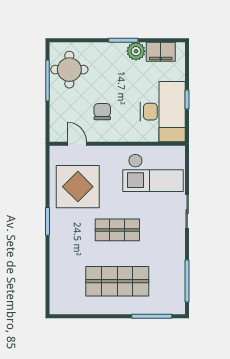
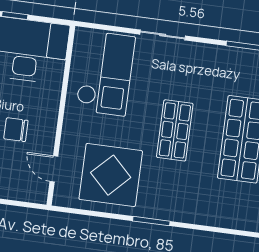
door: (77, 144) -> (54, 169), hinge flipped

